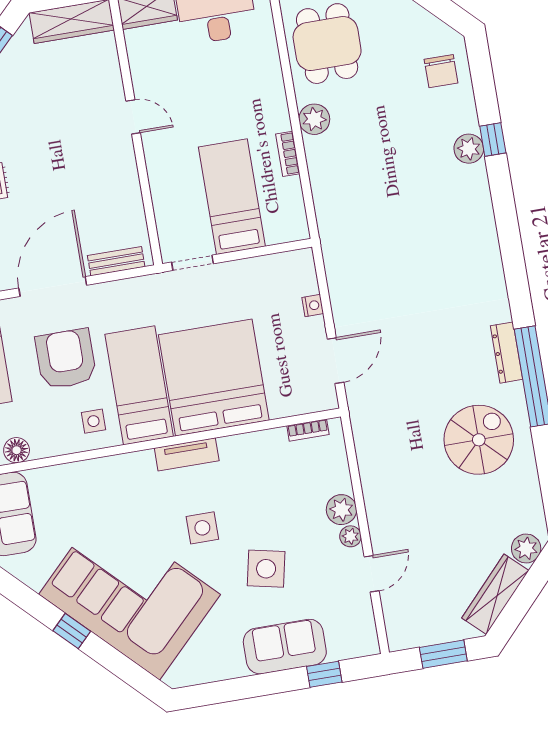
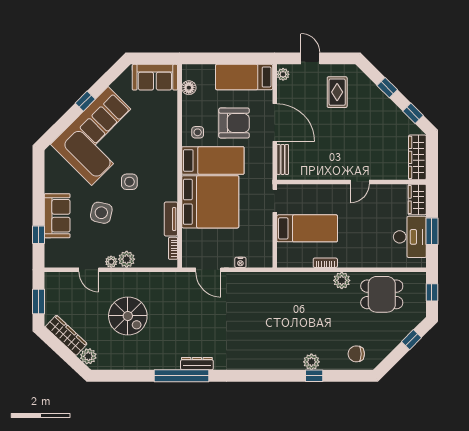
spiral stairs: (479, 440) -> (128, 316), moved
tv unit: (187, 454) -> (171, 219), moved

